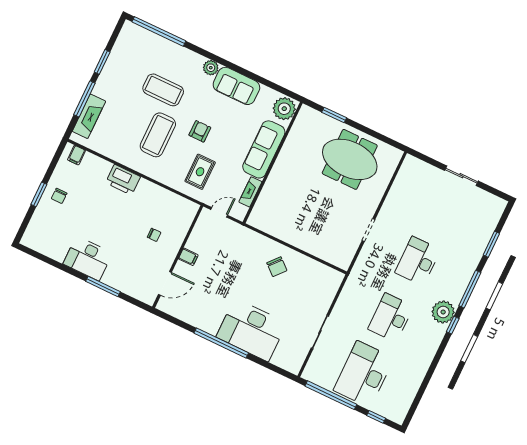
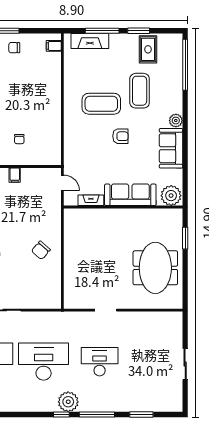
rug: (200, 172) -> (148, 49), moved, turned 90
printer: (123, 180) -> (52, 93), removed
desk: (391, 318) -> (44, 362), width x1.36, depth x1.30

